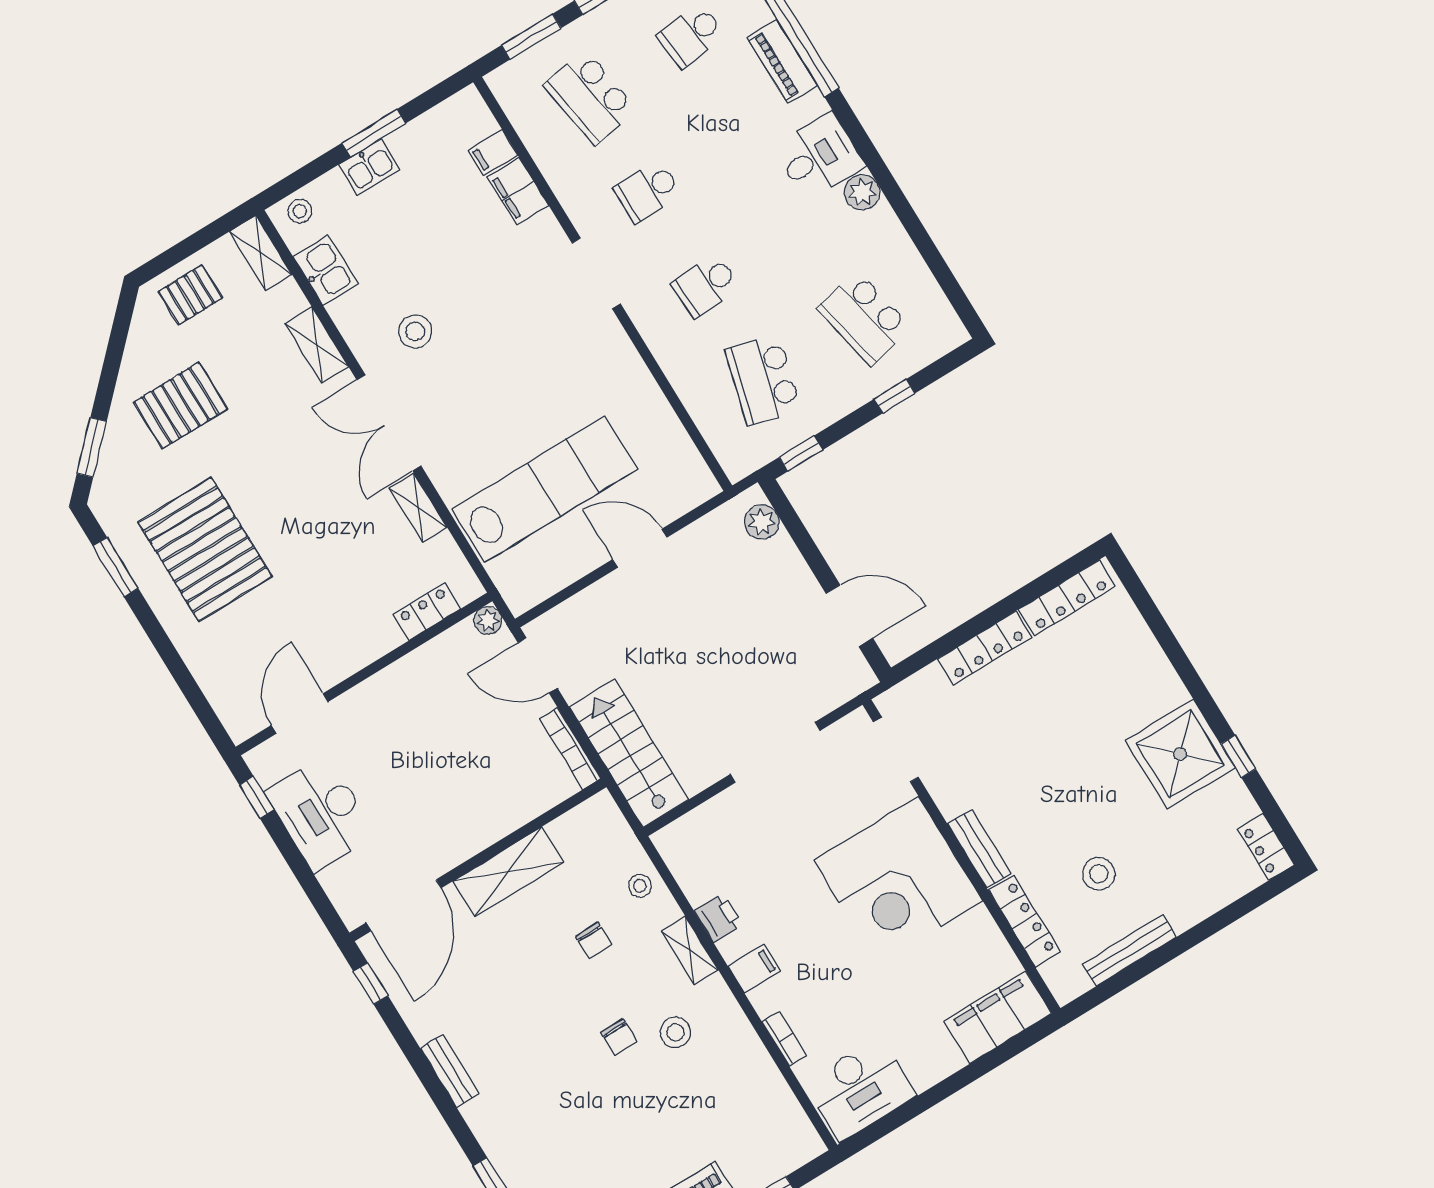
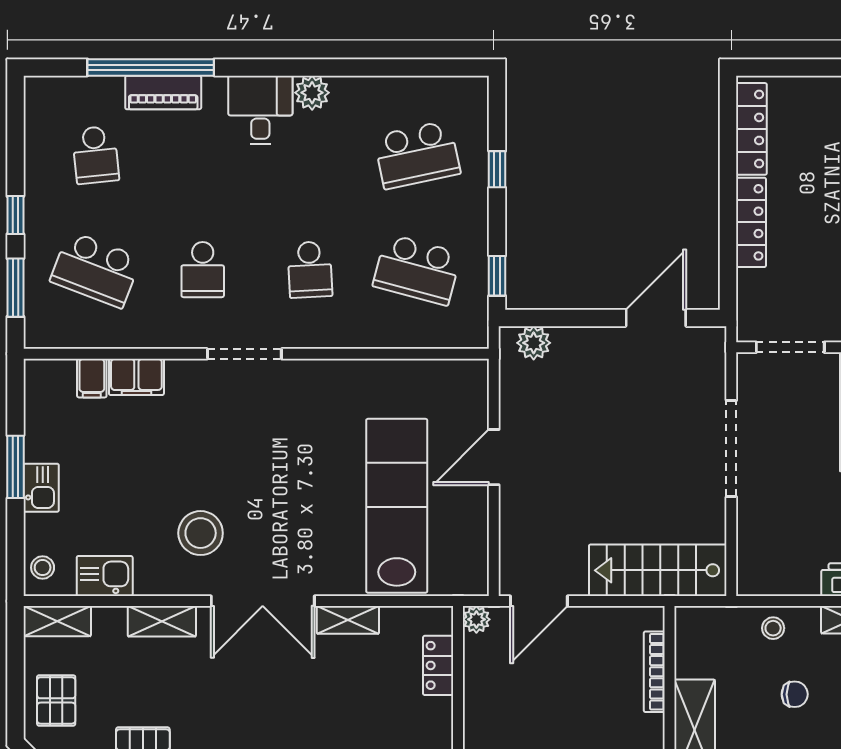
school desk: (590, 97) -> (96, 270), turned 30
stool: (415, 331) -> (201, 533), width x1.38, depth x1.38
bookcase: (570, 748) -> (654, 672), moved, turned 90

